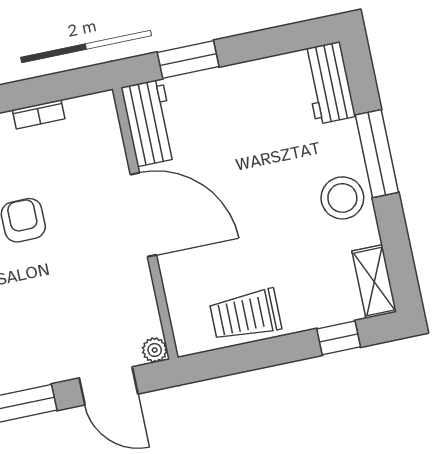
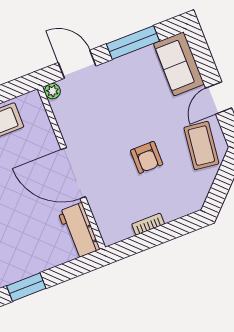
window: (188, 59) -> (26, 287), moved

